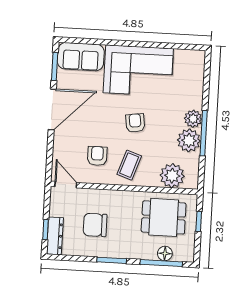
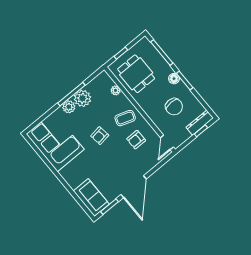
corner sofa: (138, 71) -> (55, 142), moved
door: (52, 109) -> (134, 187), swing flipped
plant: (172, 176) -> (116, 90), width x0.53, depth x0.53
floor lamp: (165, 253) -> (174, 79), moved

